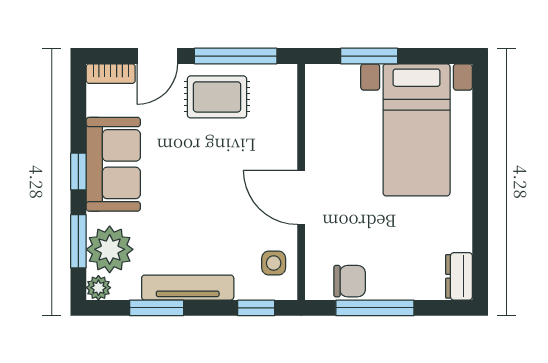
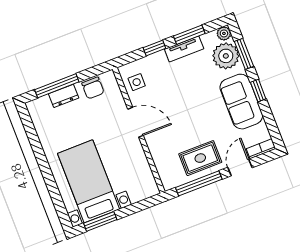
window: (369, 56) -> (100, 221), moved
dresser: (459, 276) -> (64, 96), moved, turned 90
chair: (350, 281) -> (93, 88), turned -90
tv unit: (188, 288) -> (184, 49), width x0.71
window: (256, 308) -> (154, 48), moved
window: (375, 308) -> (57, 86), moved

